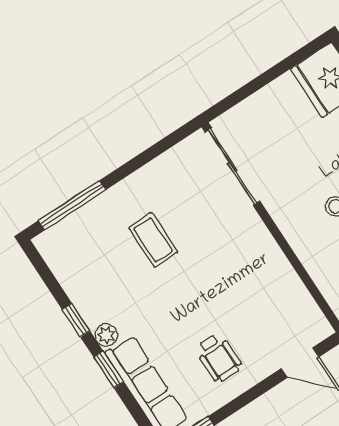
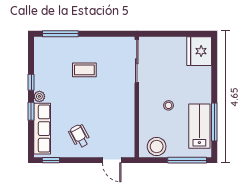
coffee table: (153, 240) -> (84, 70), turned 90
wheelchair: (218, 358) -> (79, 136), turned 152

